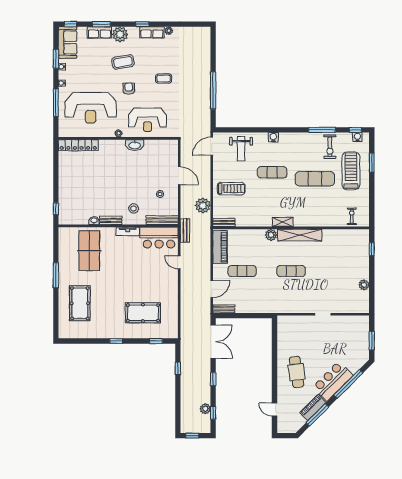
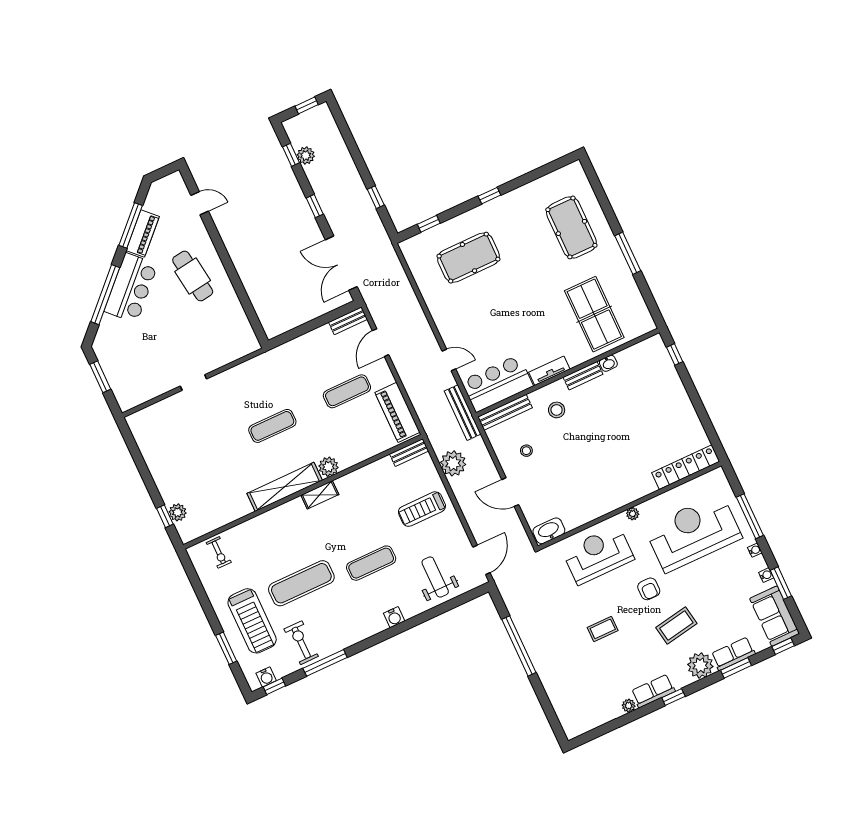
washbasin: (135, 145) -> (549, 531), moved
bench: (185, 231) -> (463, 413), width x1.36
plant: (364, 285) -> (178, 512), moved

